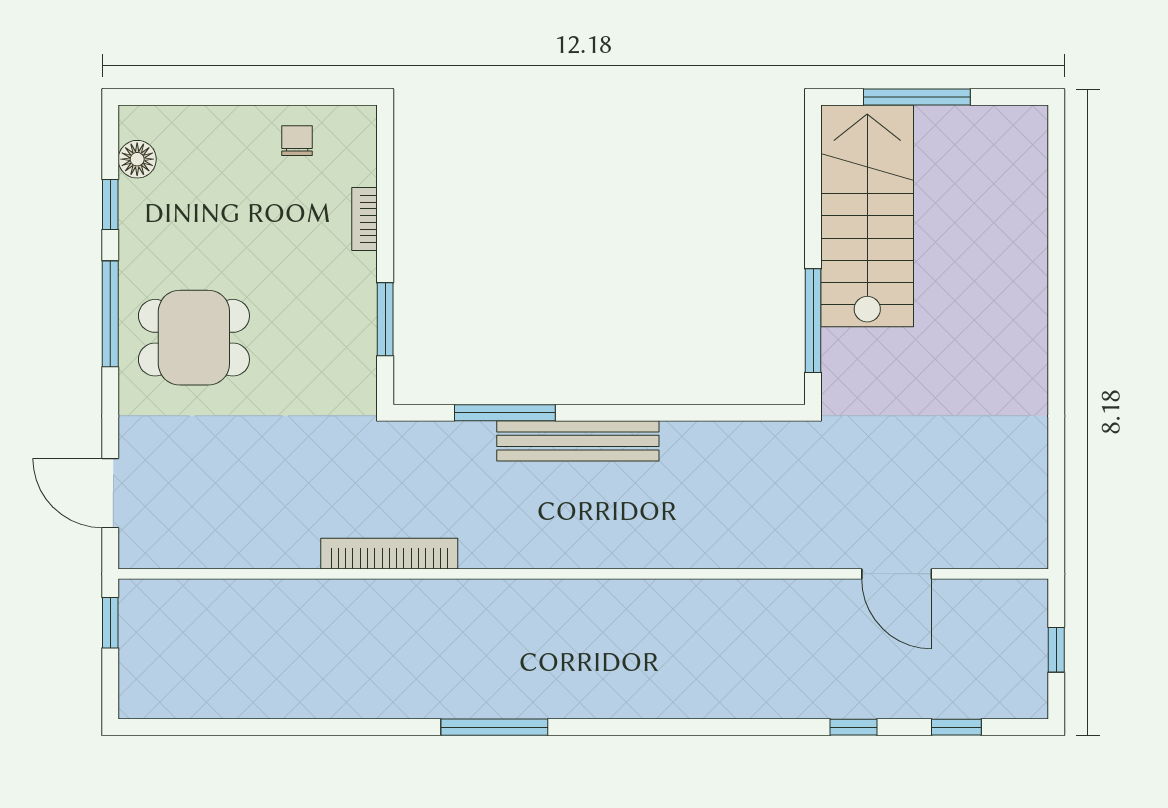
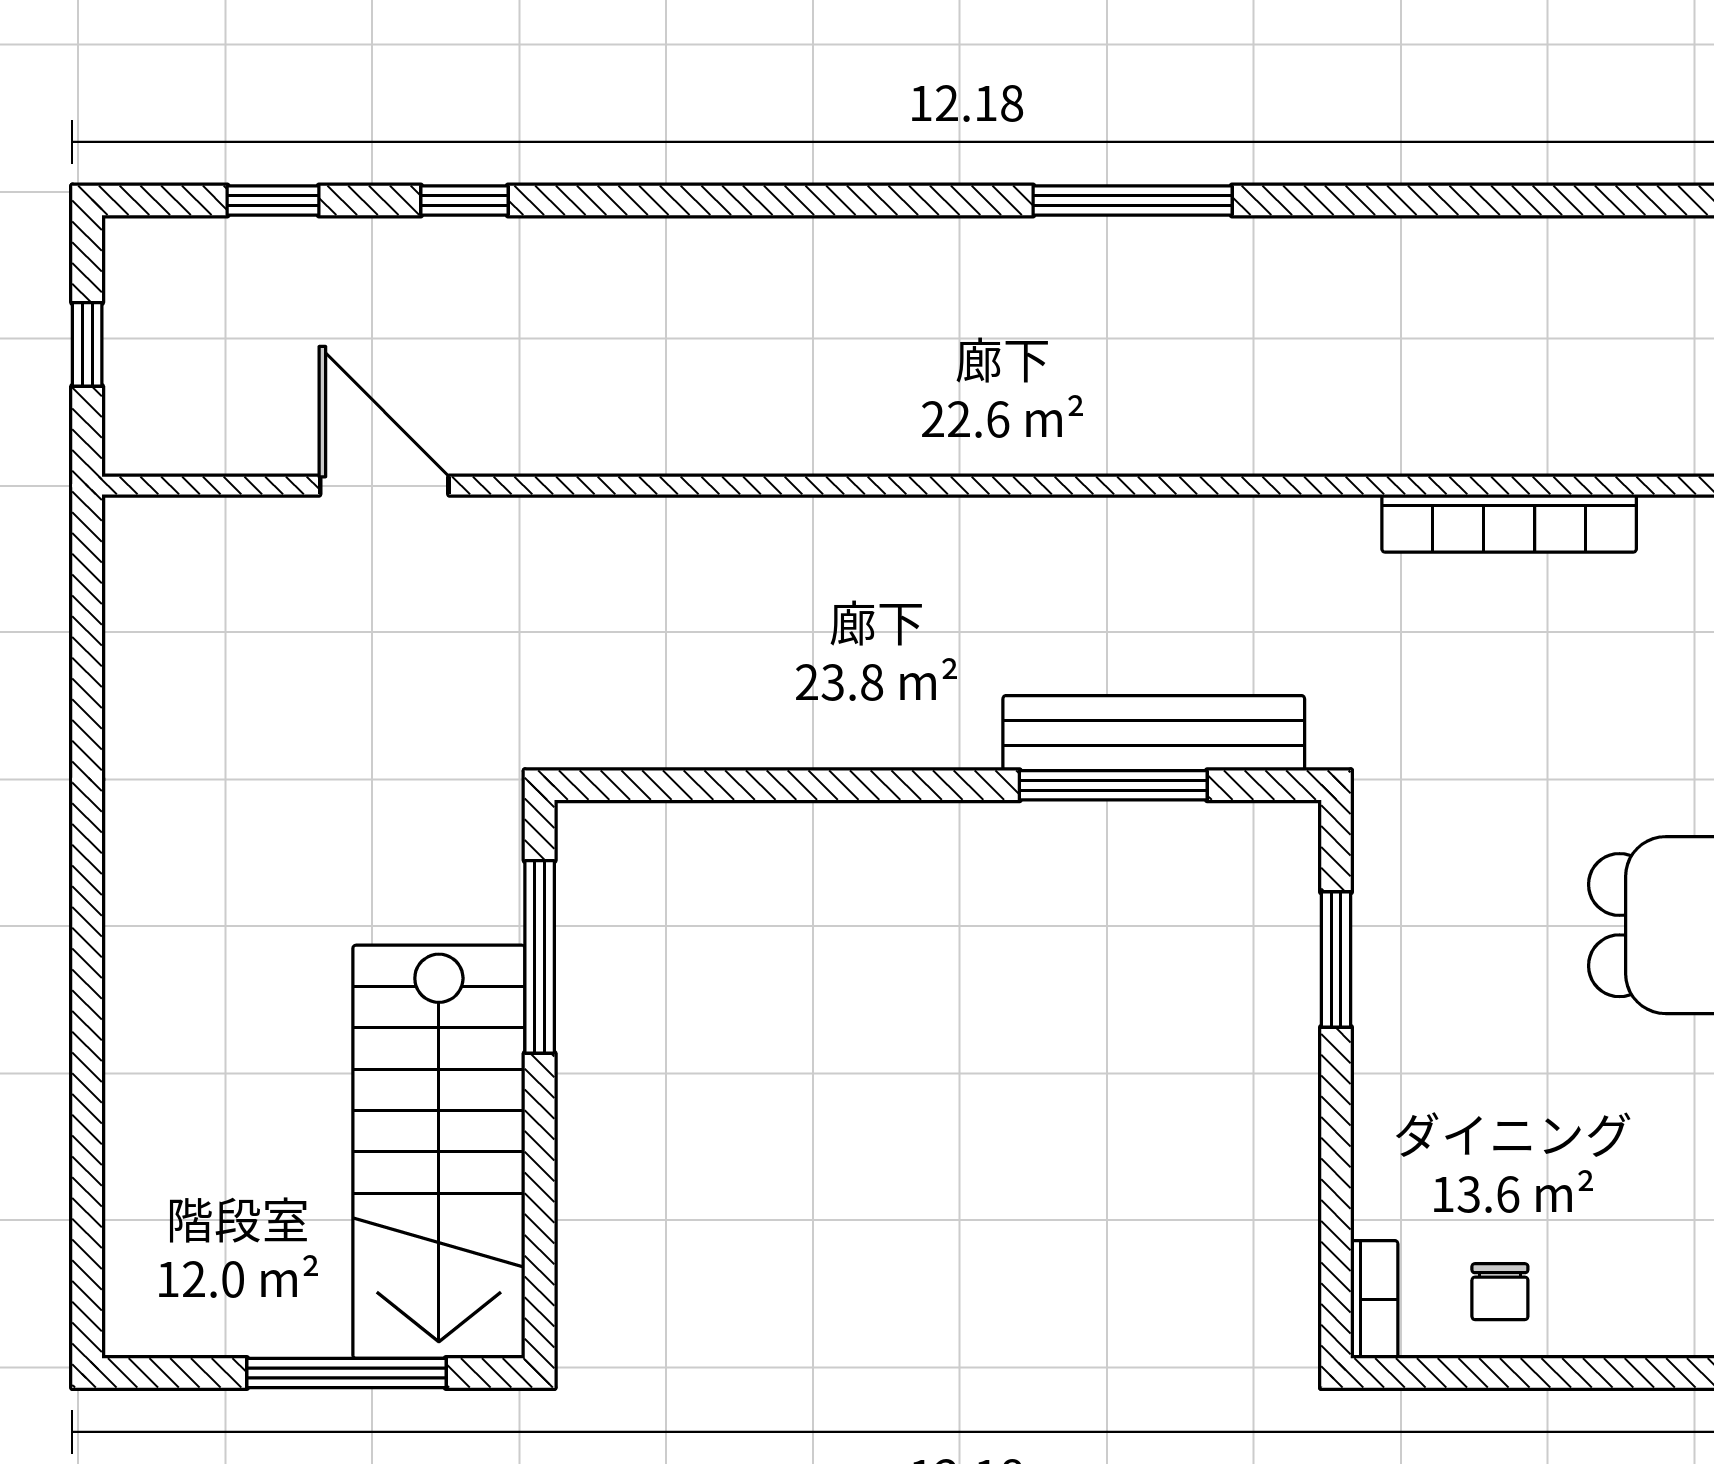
bookcase: (365, 219) -> (1374, 1299), moved
bench: (578, 441) -> (1154, 733), moved
bookcase: (389, 554) -> (1509, 523), moved

